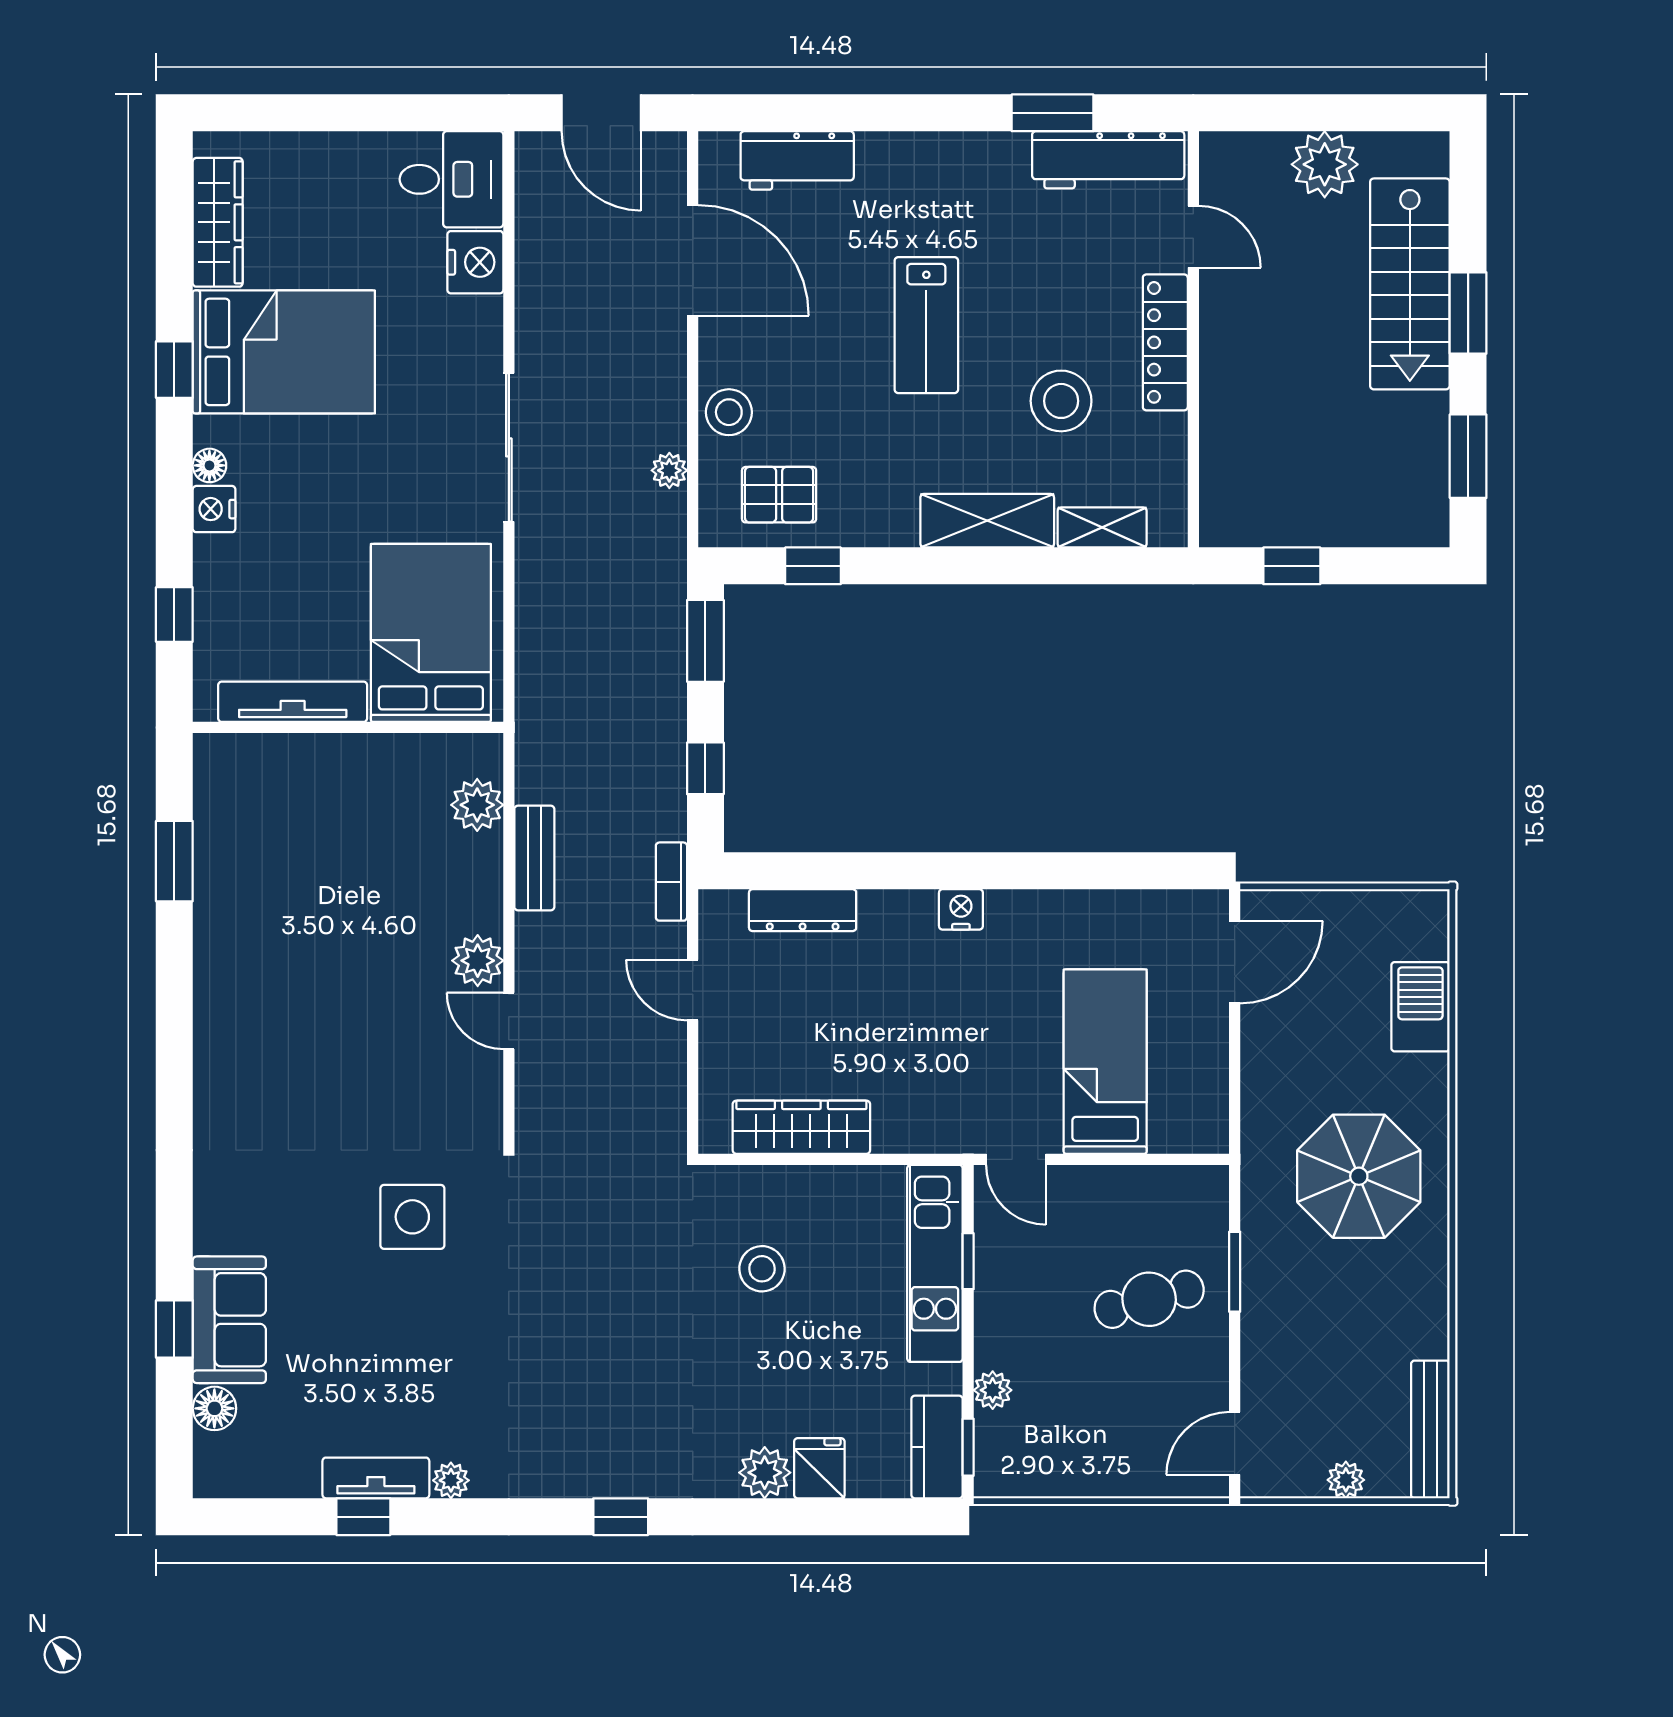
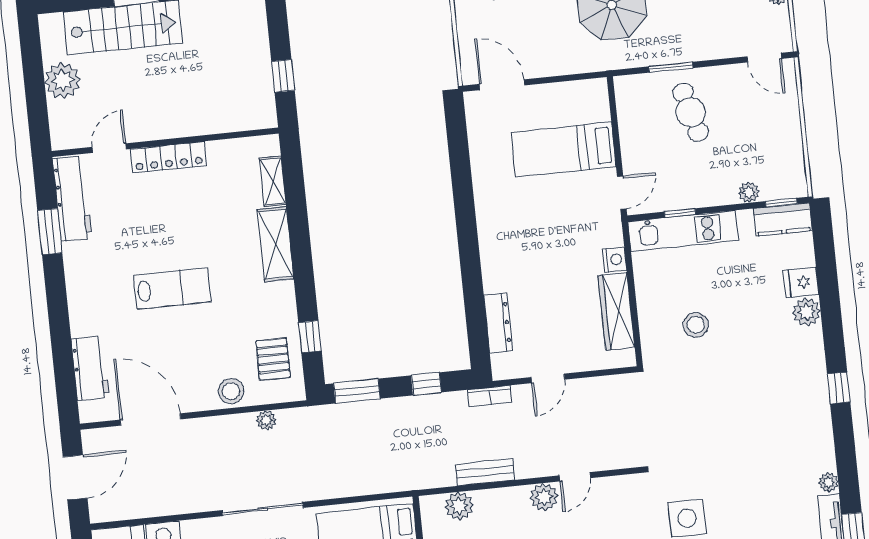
door: (693, 260) -> (150, 419), hinge flipped
stool: (1061, 401) -> (206, 211), removed
nightstand: (961, 909) -> (615, 260), moved, turned 180

